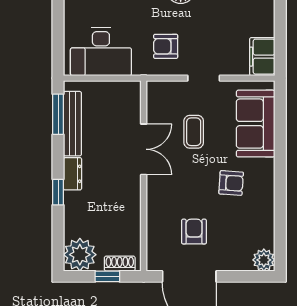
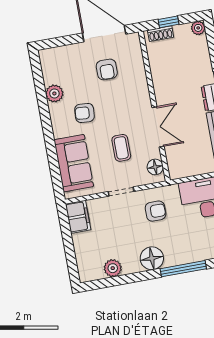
floor lamp: (156, 101) -> (155, 167), added
double door: (144, 149) -> (158, 127), swing flipped
plant: (80, 255) -> (198, 28), width x0.53, depth x0.53
plant: (264, 260) -> (54, 93), moved

